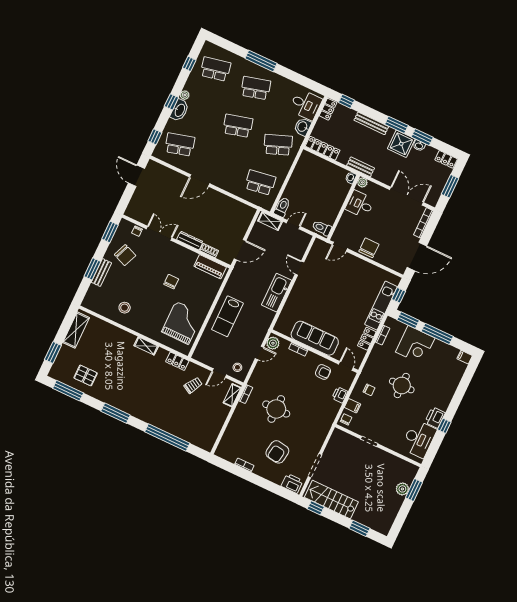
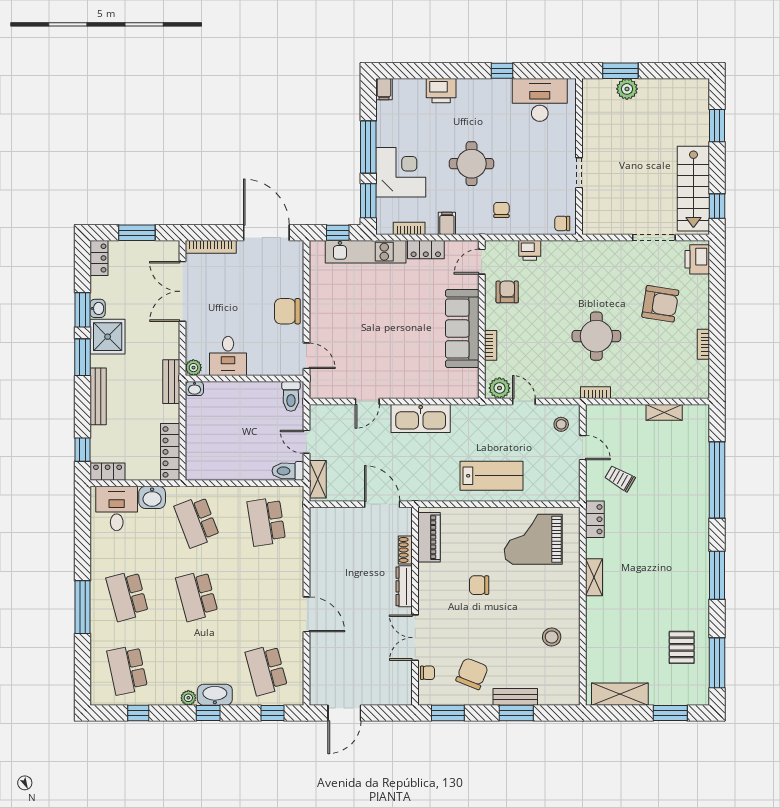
shelving: (232, 395) -> (664, 412), moved
filing cabinet: (353, 406) -> (447, 223), moved
printer: (435, 418) -> (441, 91), moved

